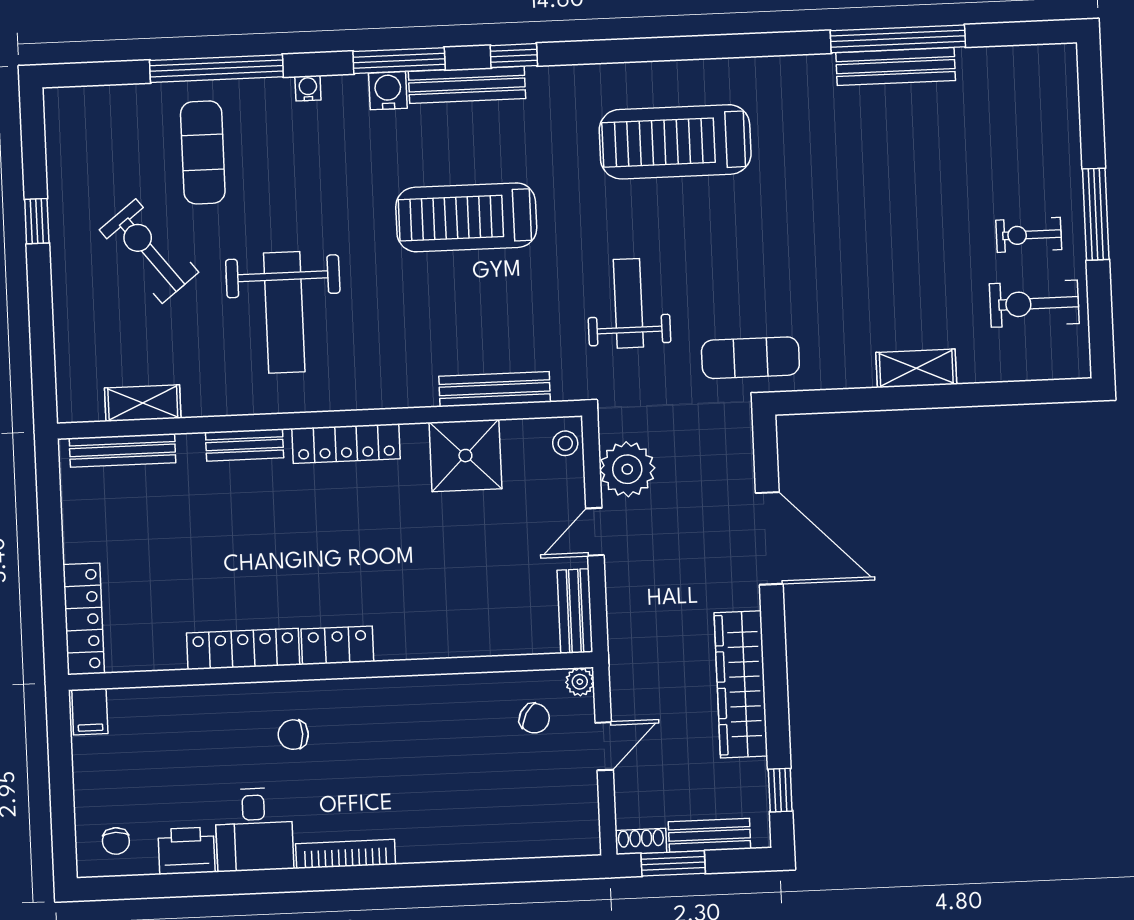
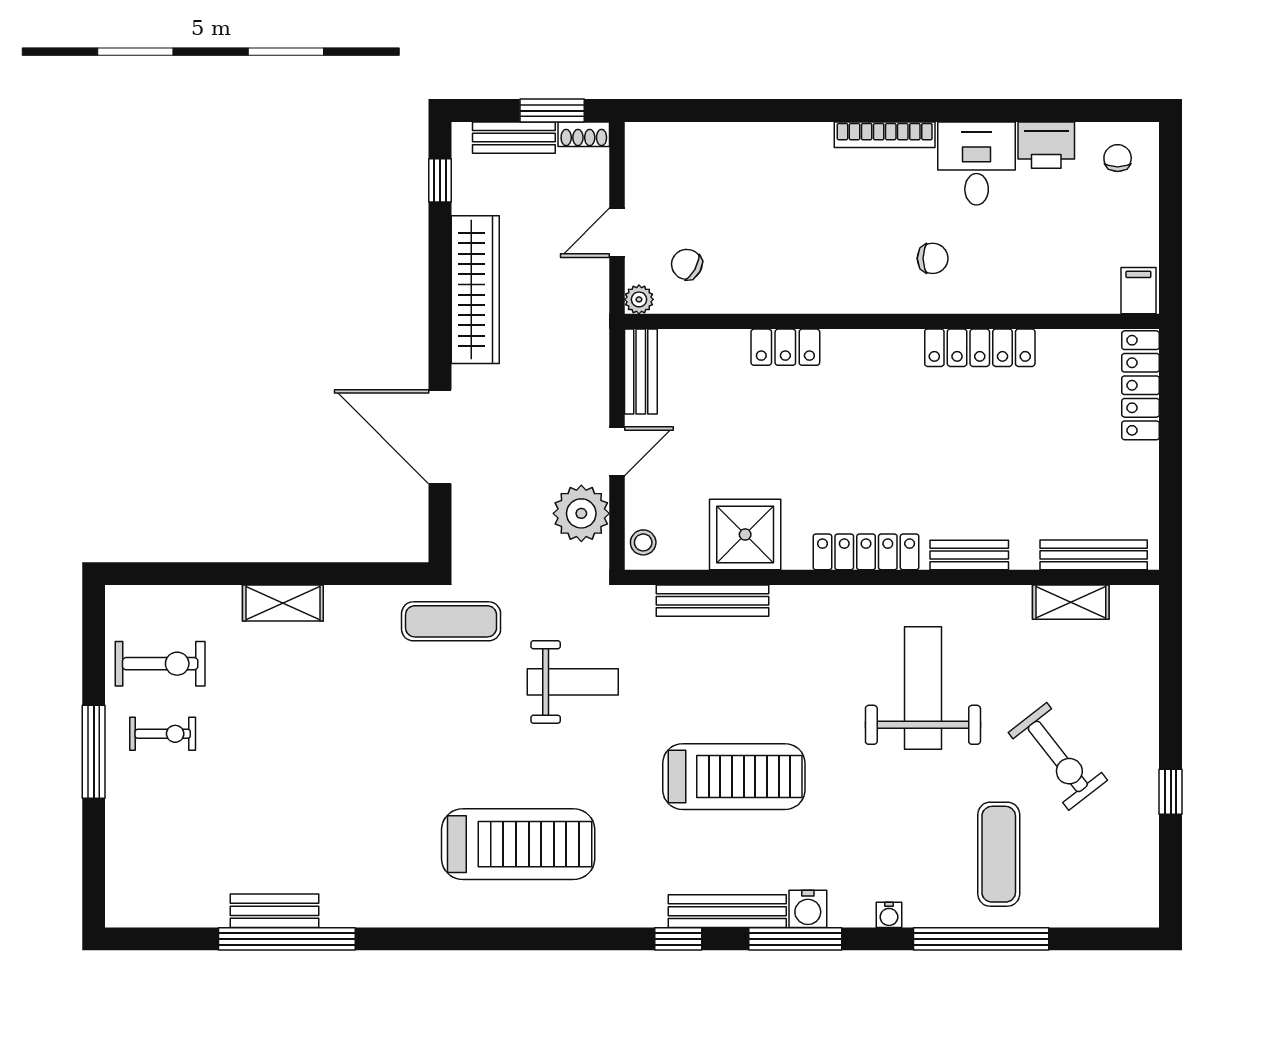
bench: (896, 67) -> (275, 911), width x0.73
weight bench: (628, 303) -> (573, 682), turned -90
locker: (337, 645) -> (785, 347), moved

